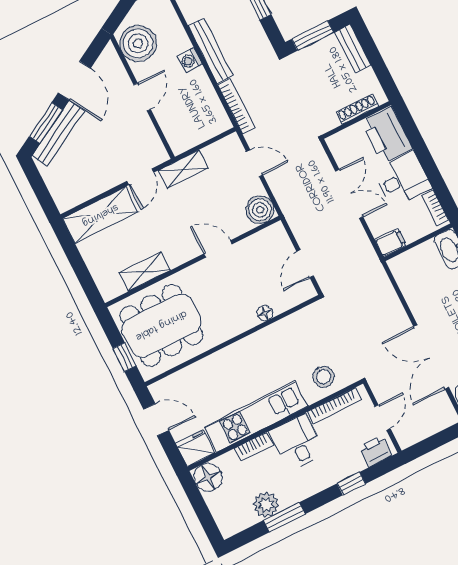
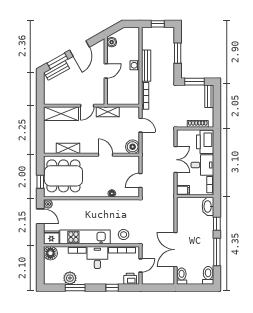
boiler: (138, 43) -> (112, 42), width x0.54, depth x0.54
bench: (58, 133) -> (57, 70), width x0.73
plant: (159, 390) -> (48, 204), added

